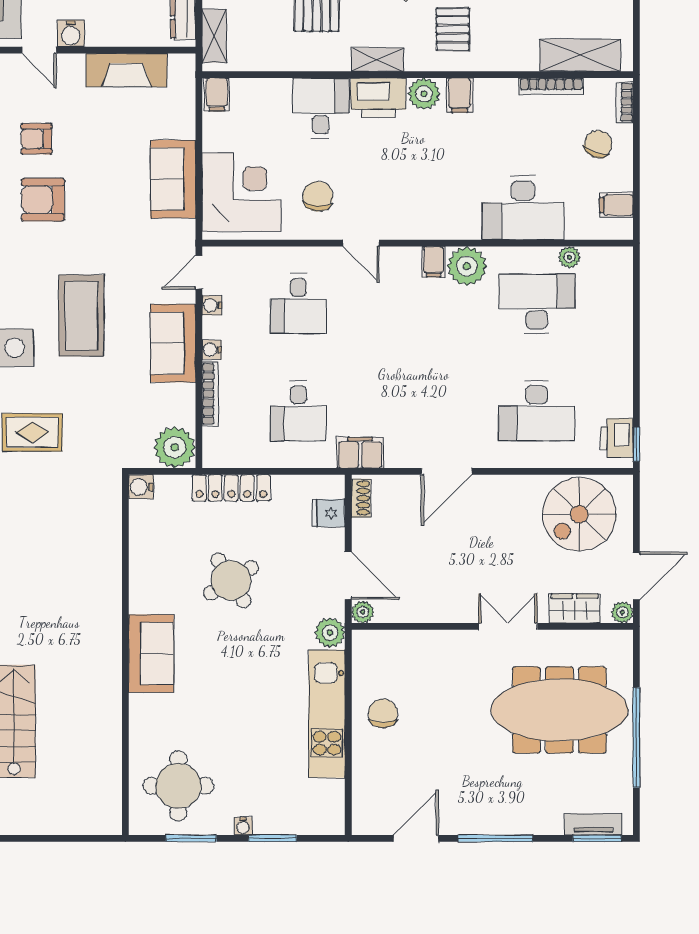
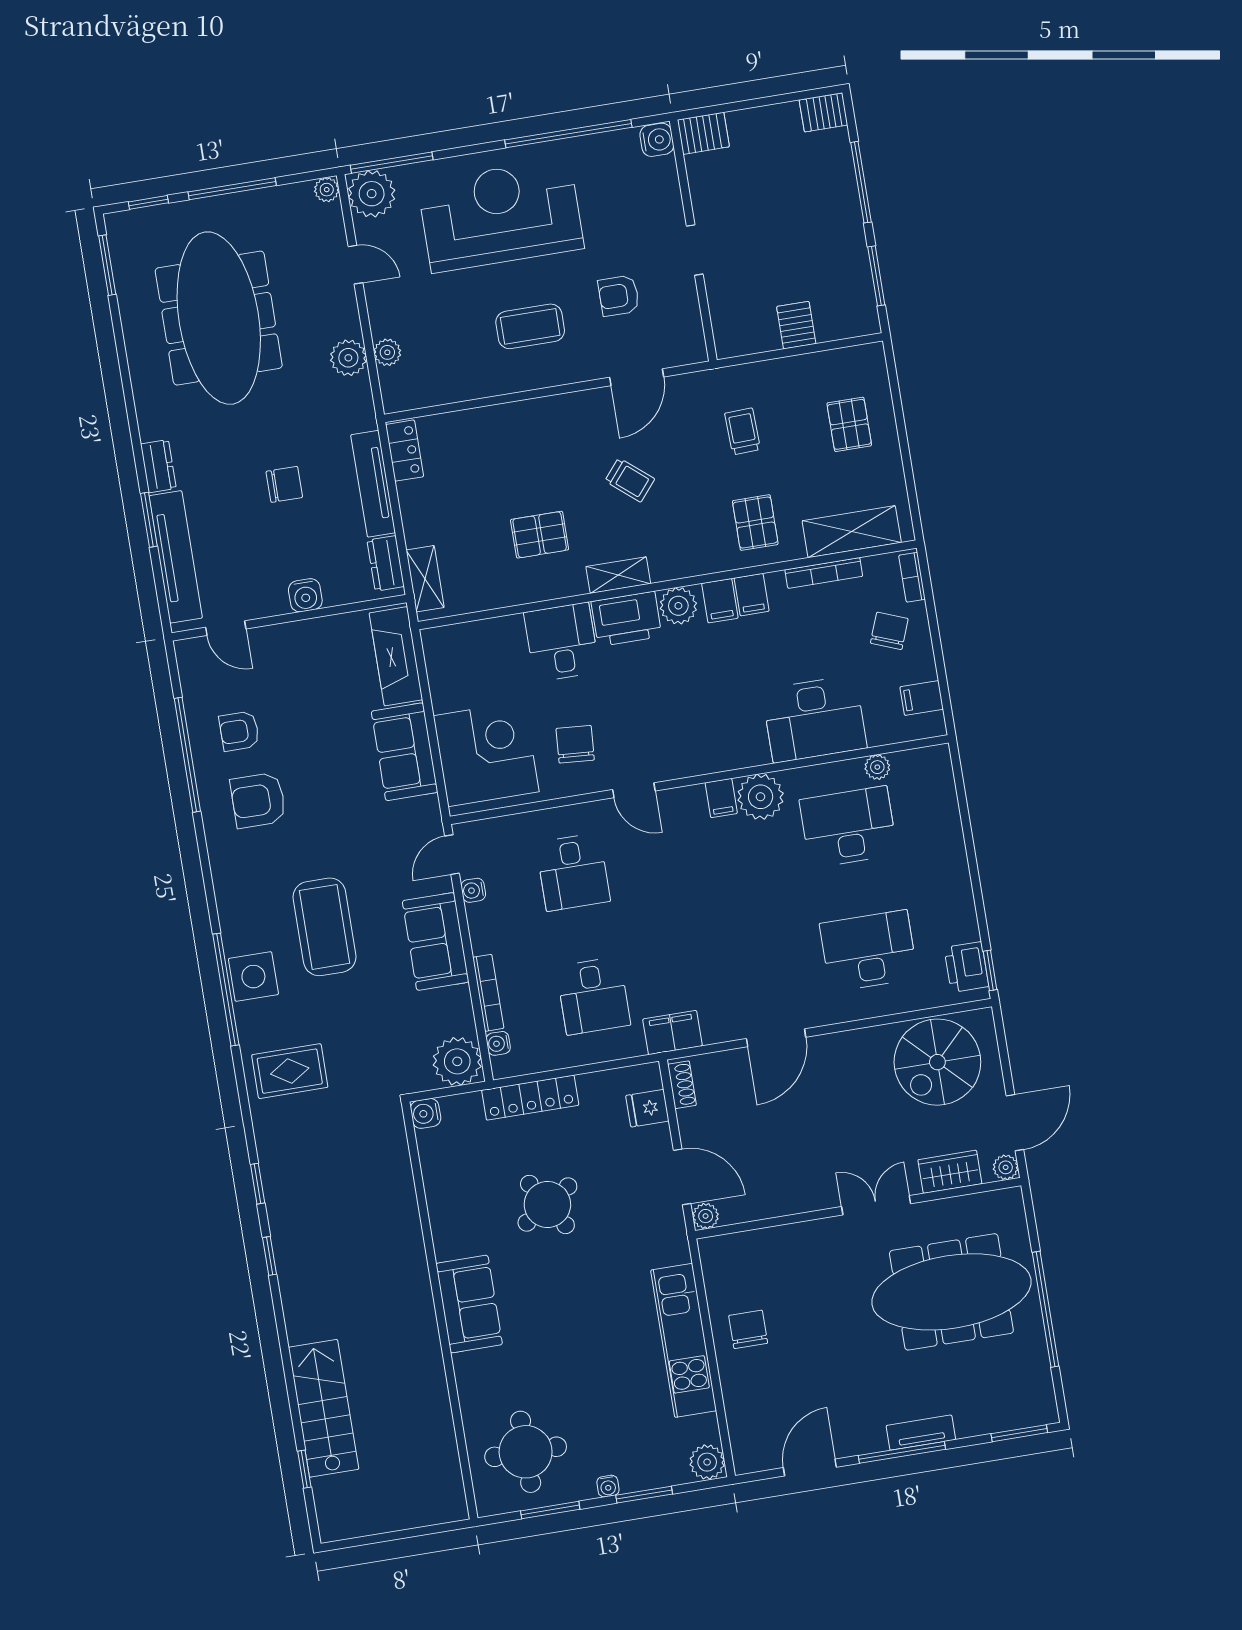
pallet: (453, 29) -> (755, 523), moved
water cooler: (71, 33) -> (305, 595), moved
fireplace: (126, 70) -> (396, 656), moved, turned 90
filing cabinet: (217, 95) -> (752, 595), moved
water cooler: (212, 350) -> (498, 1043), moved
desk: (537, 411) -> (869, 951), turned 180
plant: (330, 633) -> (707, 1462), moved
tv unit: (593, 824) -> (921, 1433), moved

